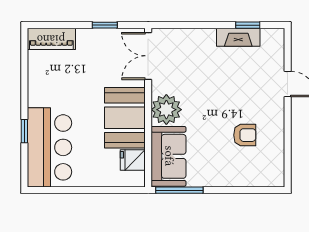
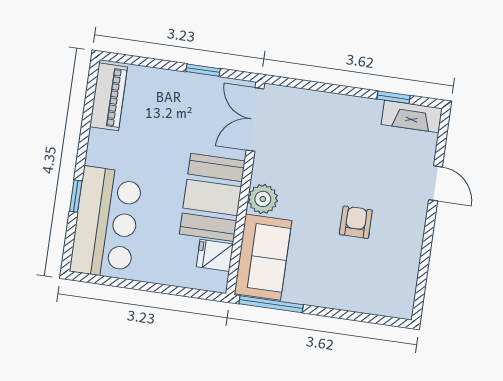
fireplace: (238, 37) -> (412, 116), moved
piano: (51, 39) -> (109, 97), moved, turned -90
plant: (166, 110) -> (263, 199), width x0.73, depth x0.73
armchair: (245, 135) -> (356, 222), moved, turned -90

